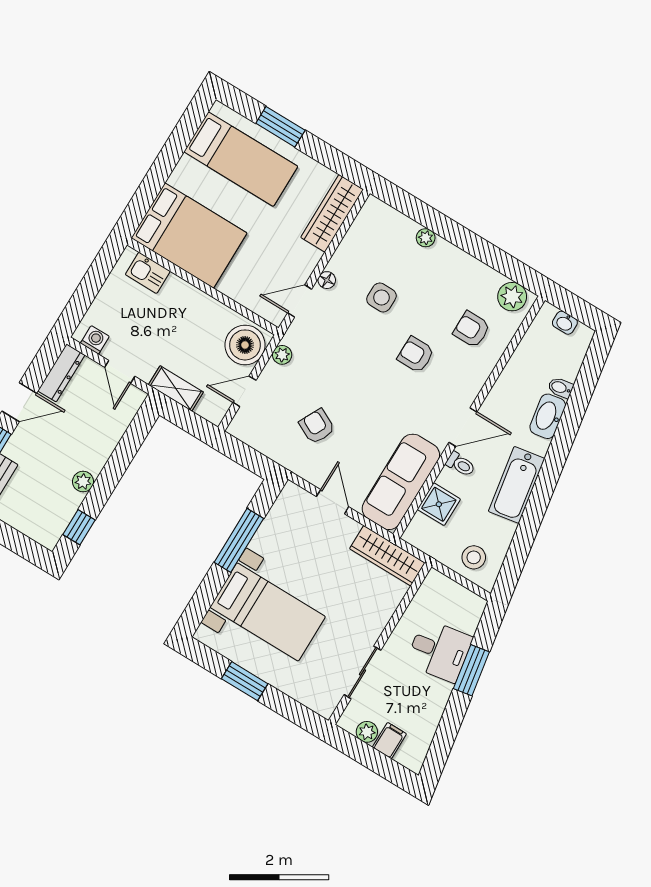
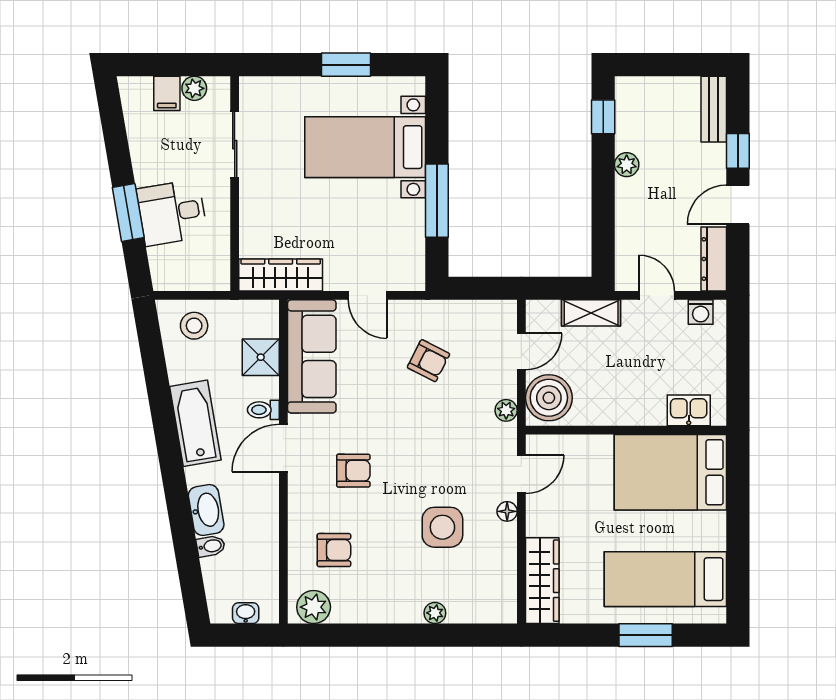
side table: (381, 297) -> (442, 527), width x1.37, depth x1.37
armchair: (416, 355) -> (353, 471), moved

